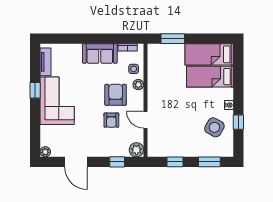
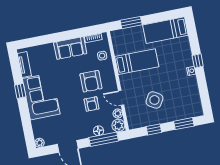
bed: (210, 77) -> (137, 62), moved, turned 180
plant: (138, 85) -> (118, 113), moved
armchair: (116, 95) -> (91, 81), turned 180
window: (238, 122) -> (198, 61), moved
side table: (214, 127) -> (154, 100), moved
floor lamp: (113, 151) -> (99, 131), added
window: (117, 162) -> (104, 139), width x2.17

